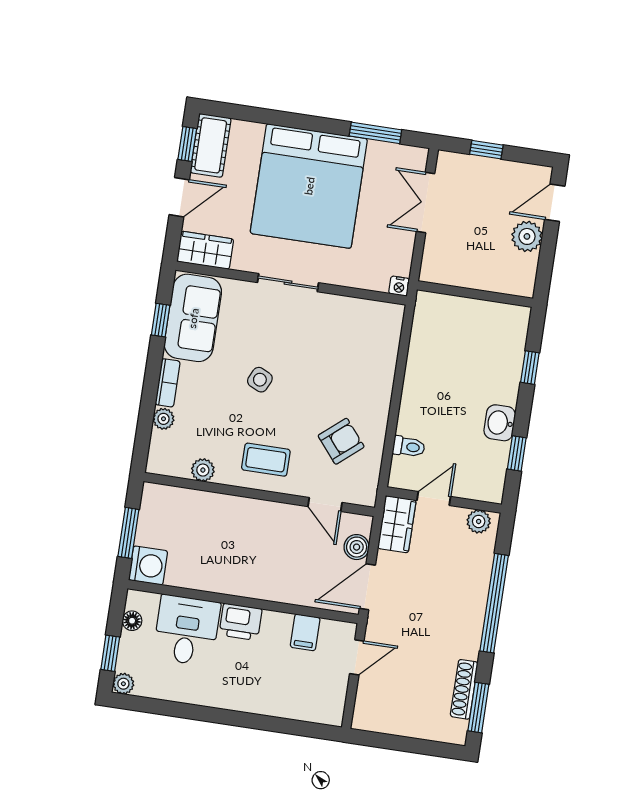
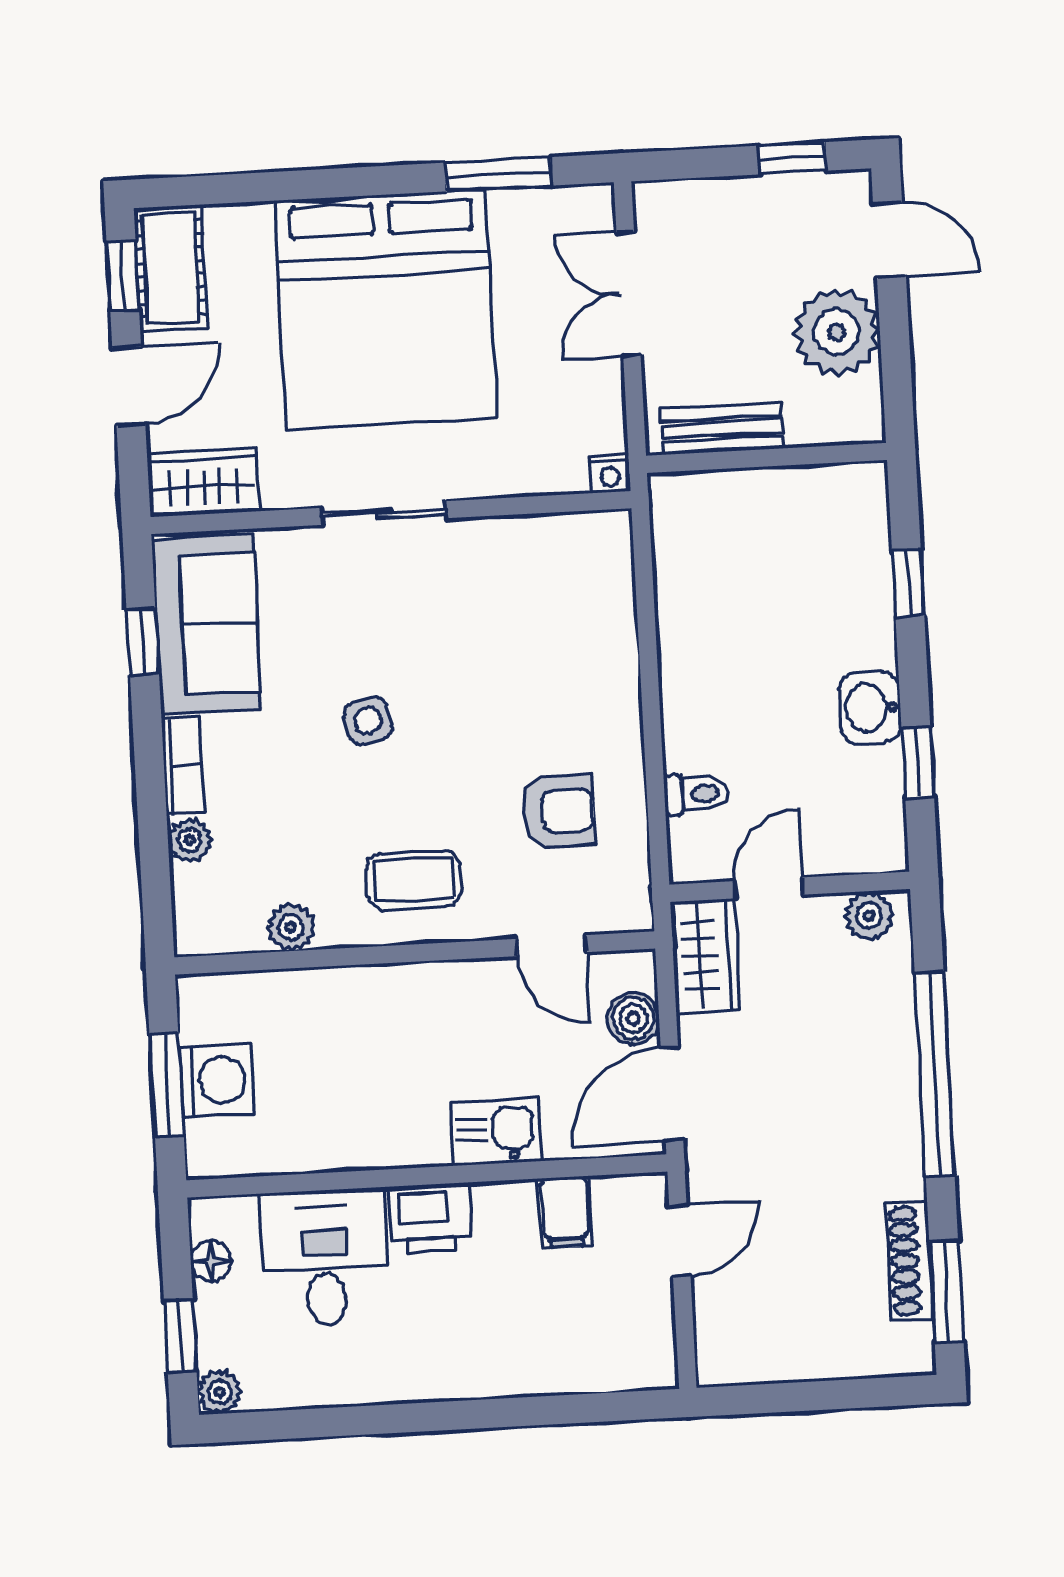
window: (486, 150) -> (793, 158), moved
door: (555, 203) -> (889, 240), swing flipped
plant: (527, 236) -> (837, 332), width x1.36, depth x1.36
bench: (457, 276) -> (722, 429), added
side table: (260, 380) -> (368, 721), turned -38
armchair: (341, 441) -> (558, 811), turned 40
washing machine: (148, 565) -> (217, 1080), moved
kitchen sink: (280, 587) -> (496, 1132), added

